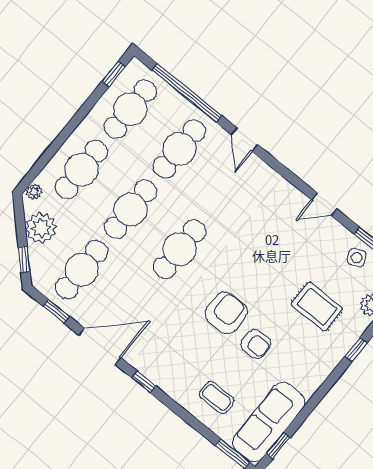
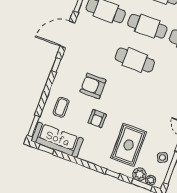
rug: (317, 307) -> (129, 145), width x1.36, depth x1.43
armchair: (226, 313) -> (93, 86), moved, turned 180
door: (100, 346) -> (68, 34), swing flipped

